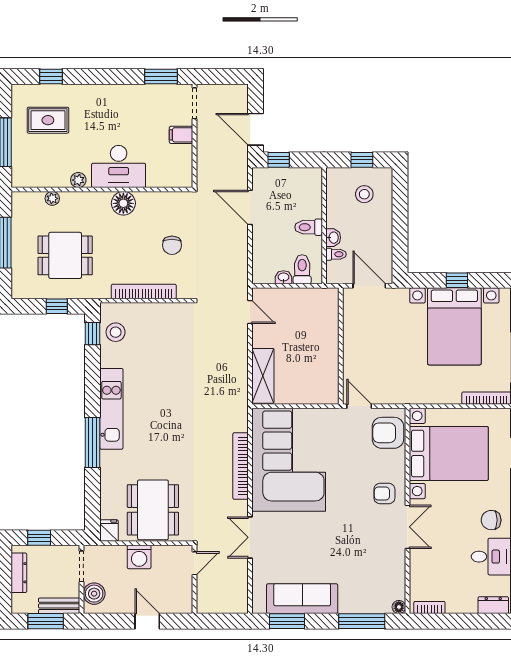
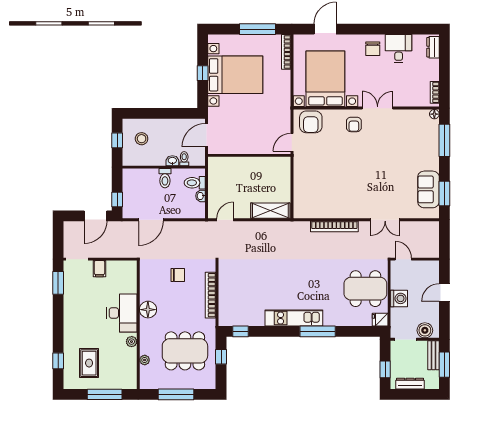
dining table: (65, 255) -> (185, 351), width x1.38
stool: (116, 332) -> (239, 315), removed
corner sofa: (289, 460) -> (330, 192), removed
sofa: (302, 599) -> (428, 189), width x0.73

